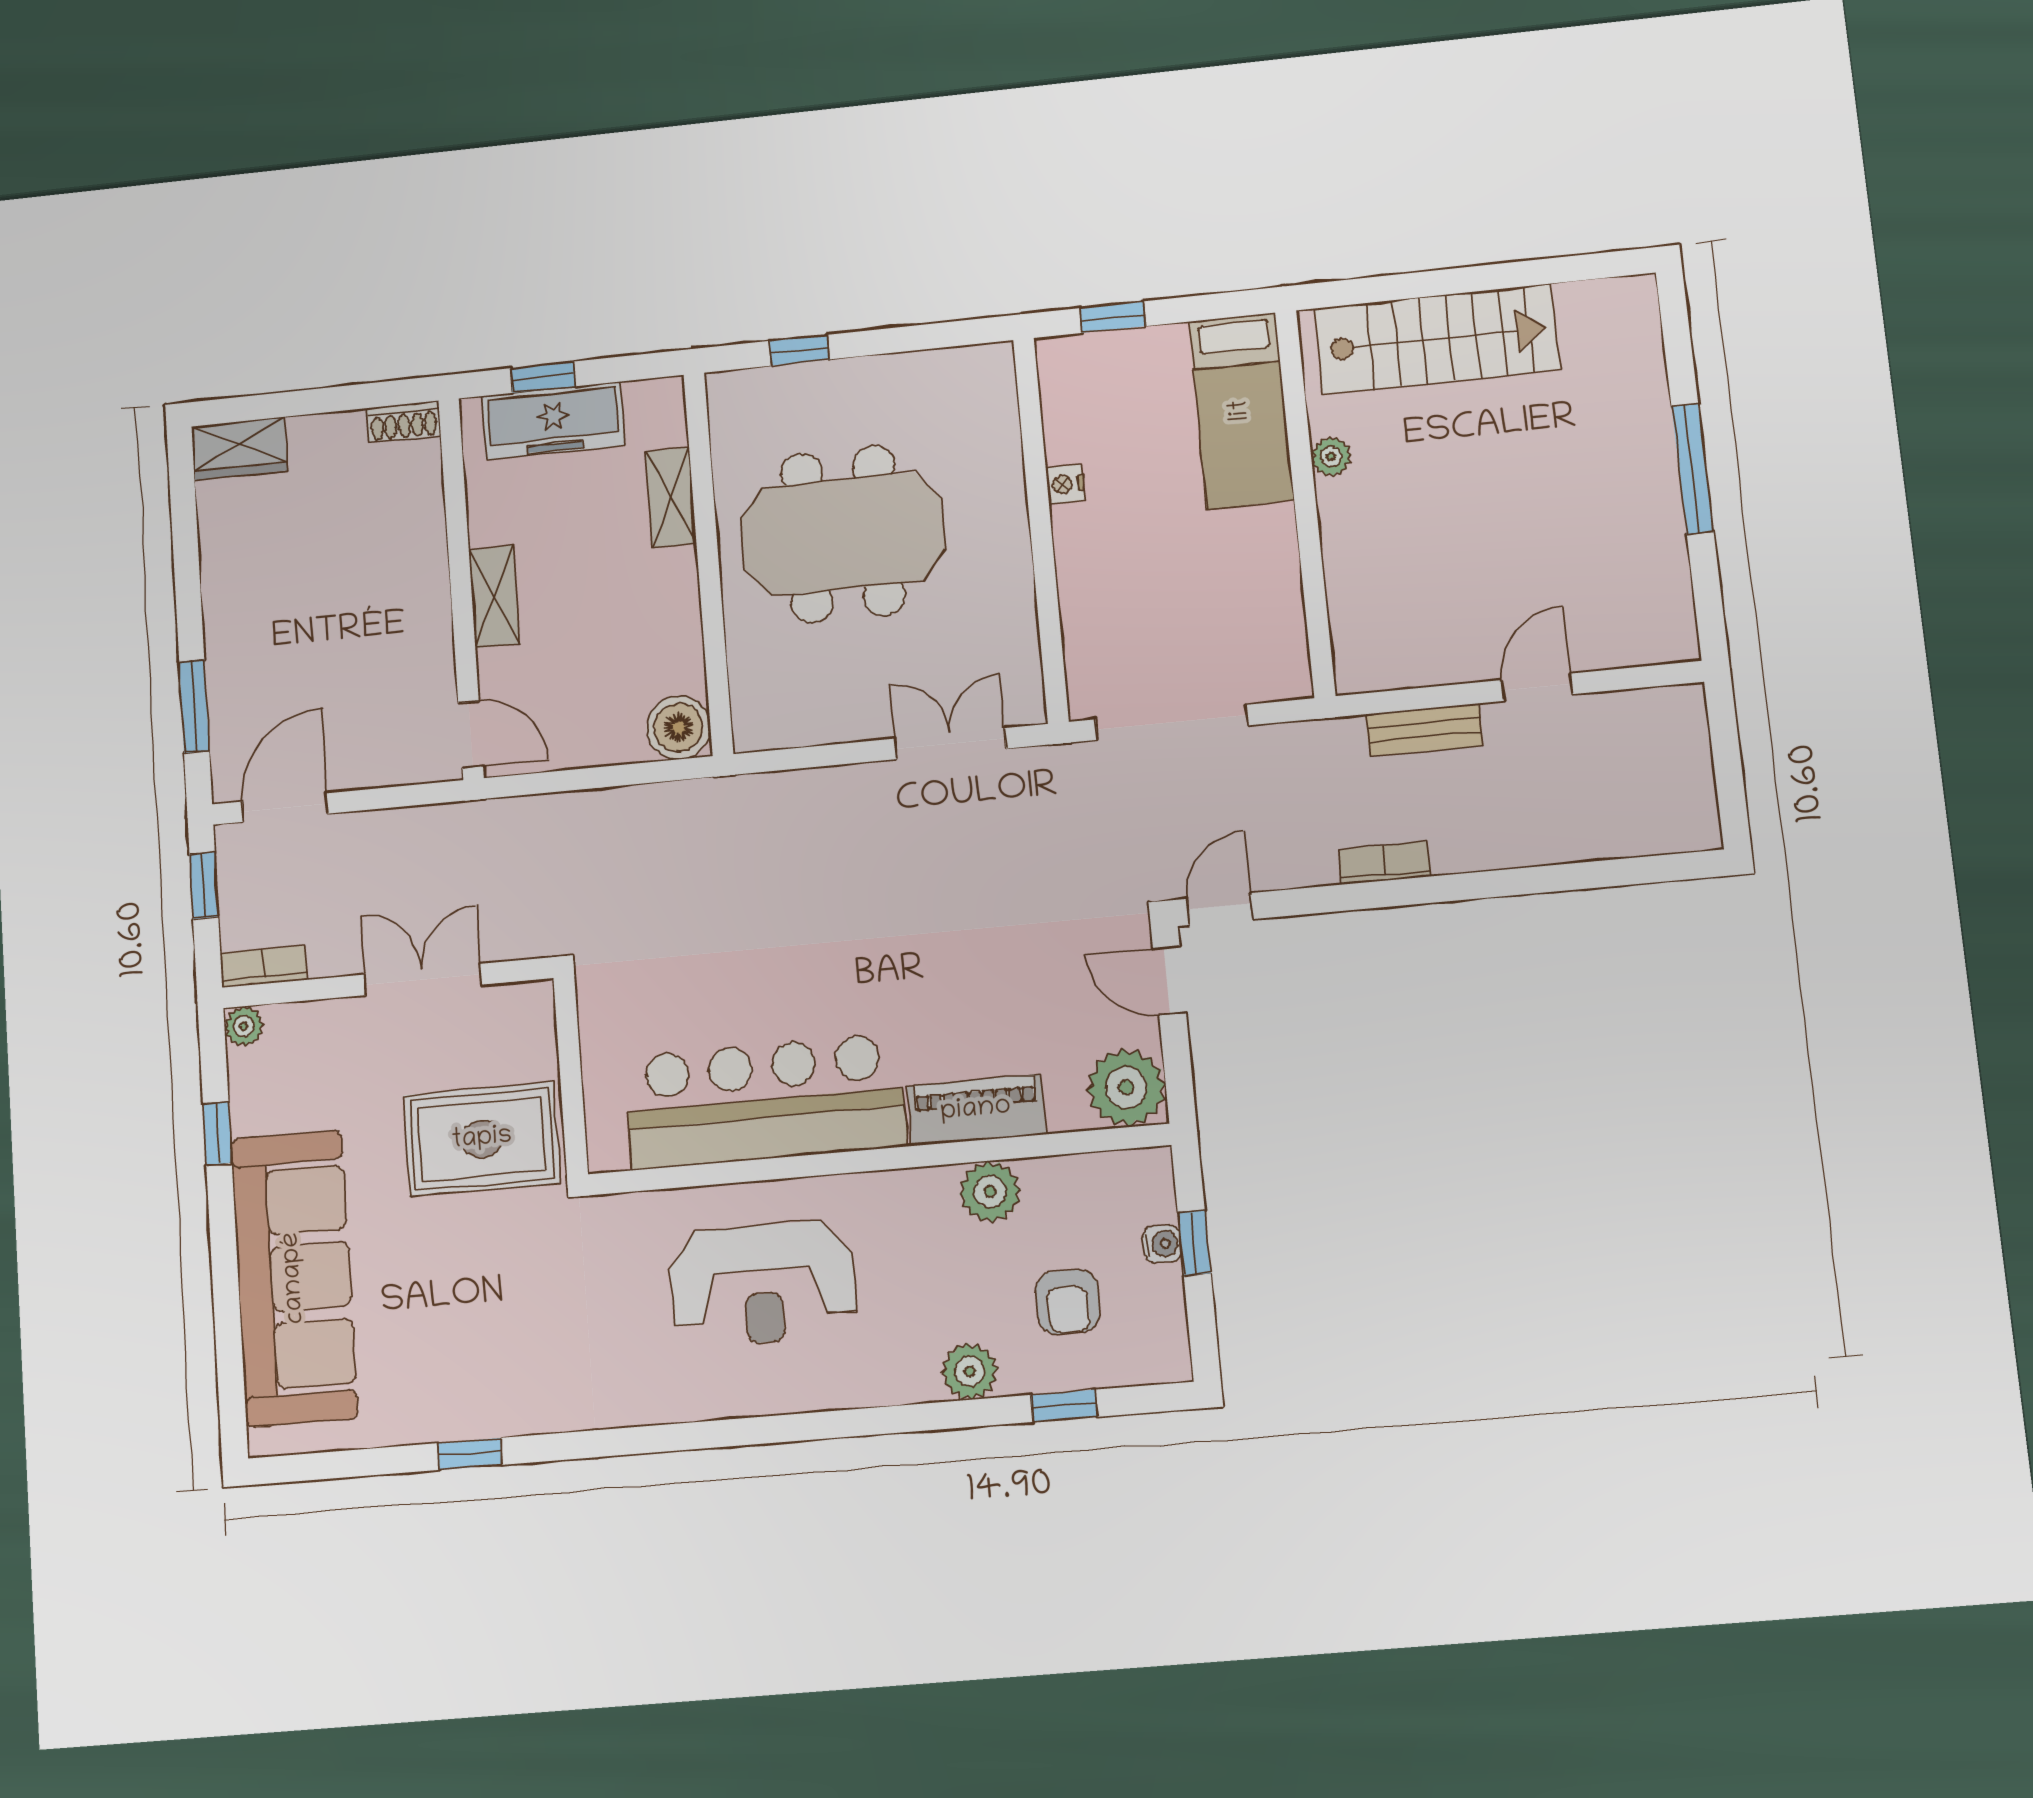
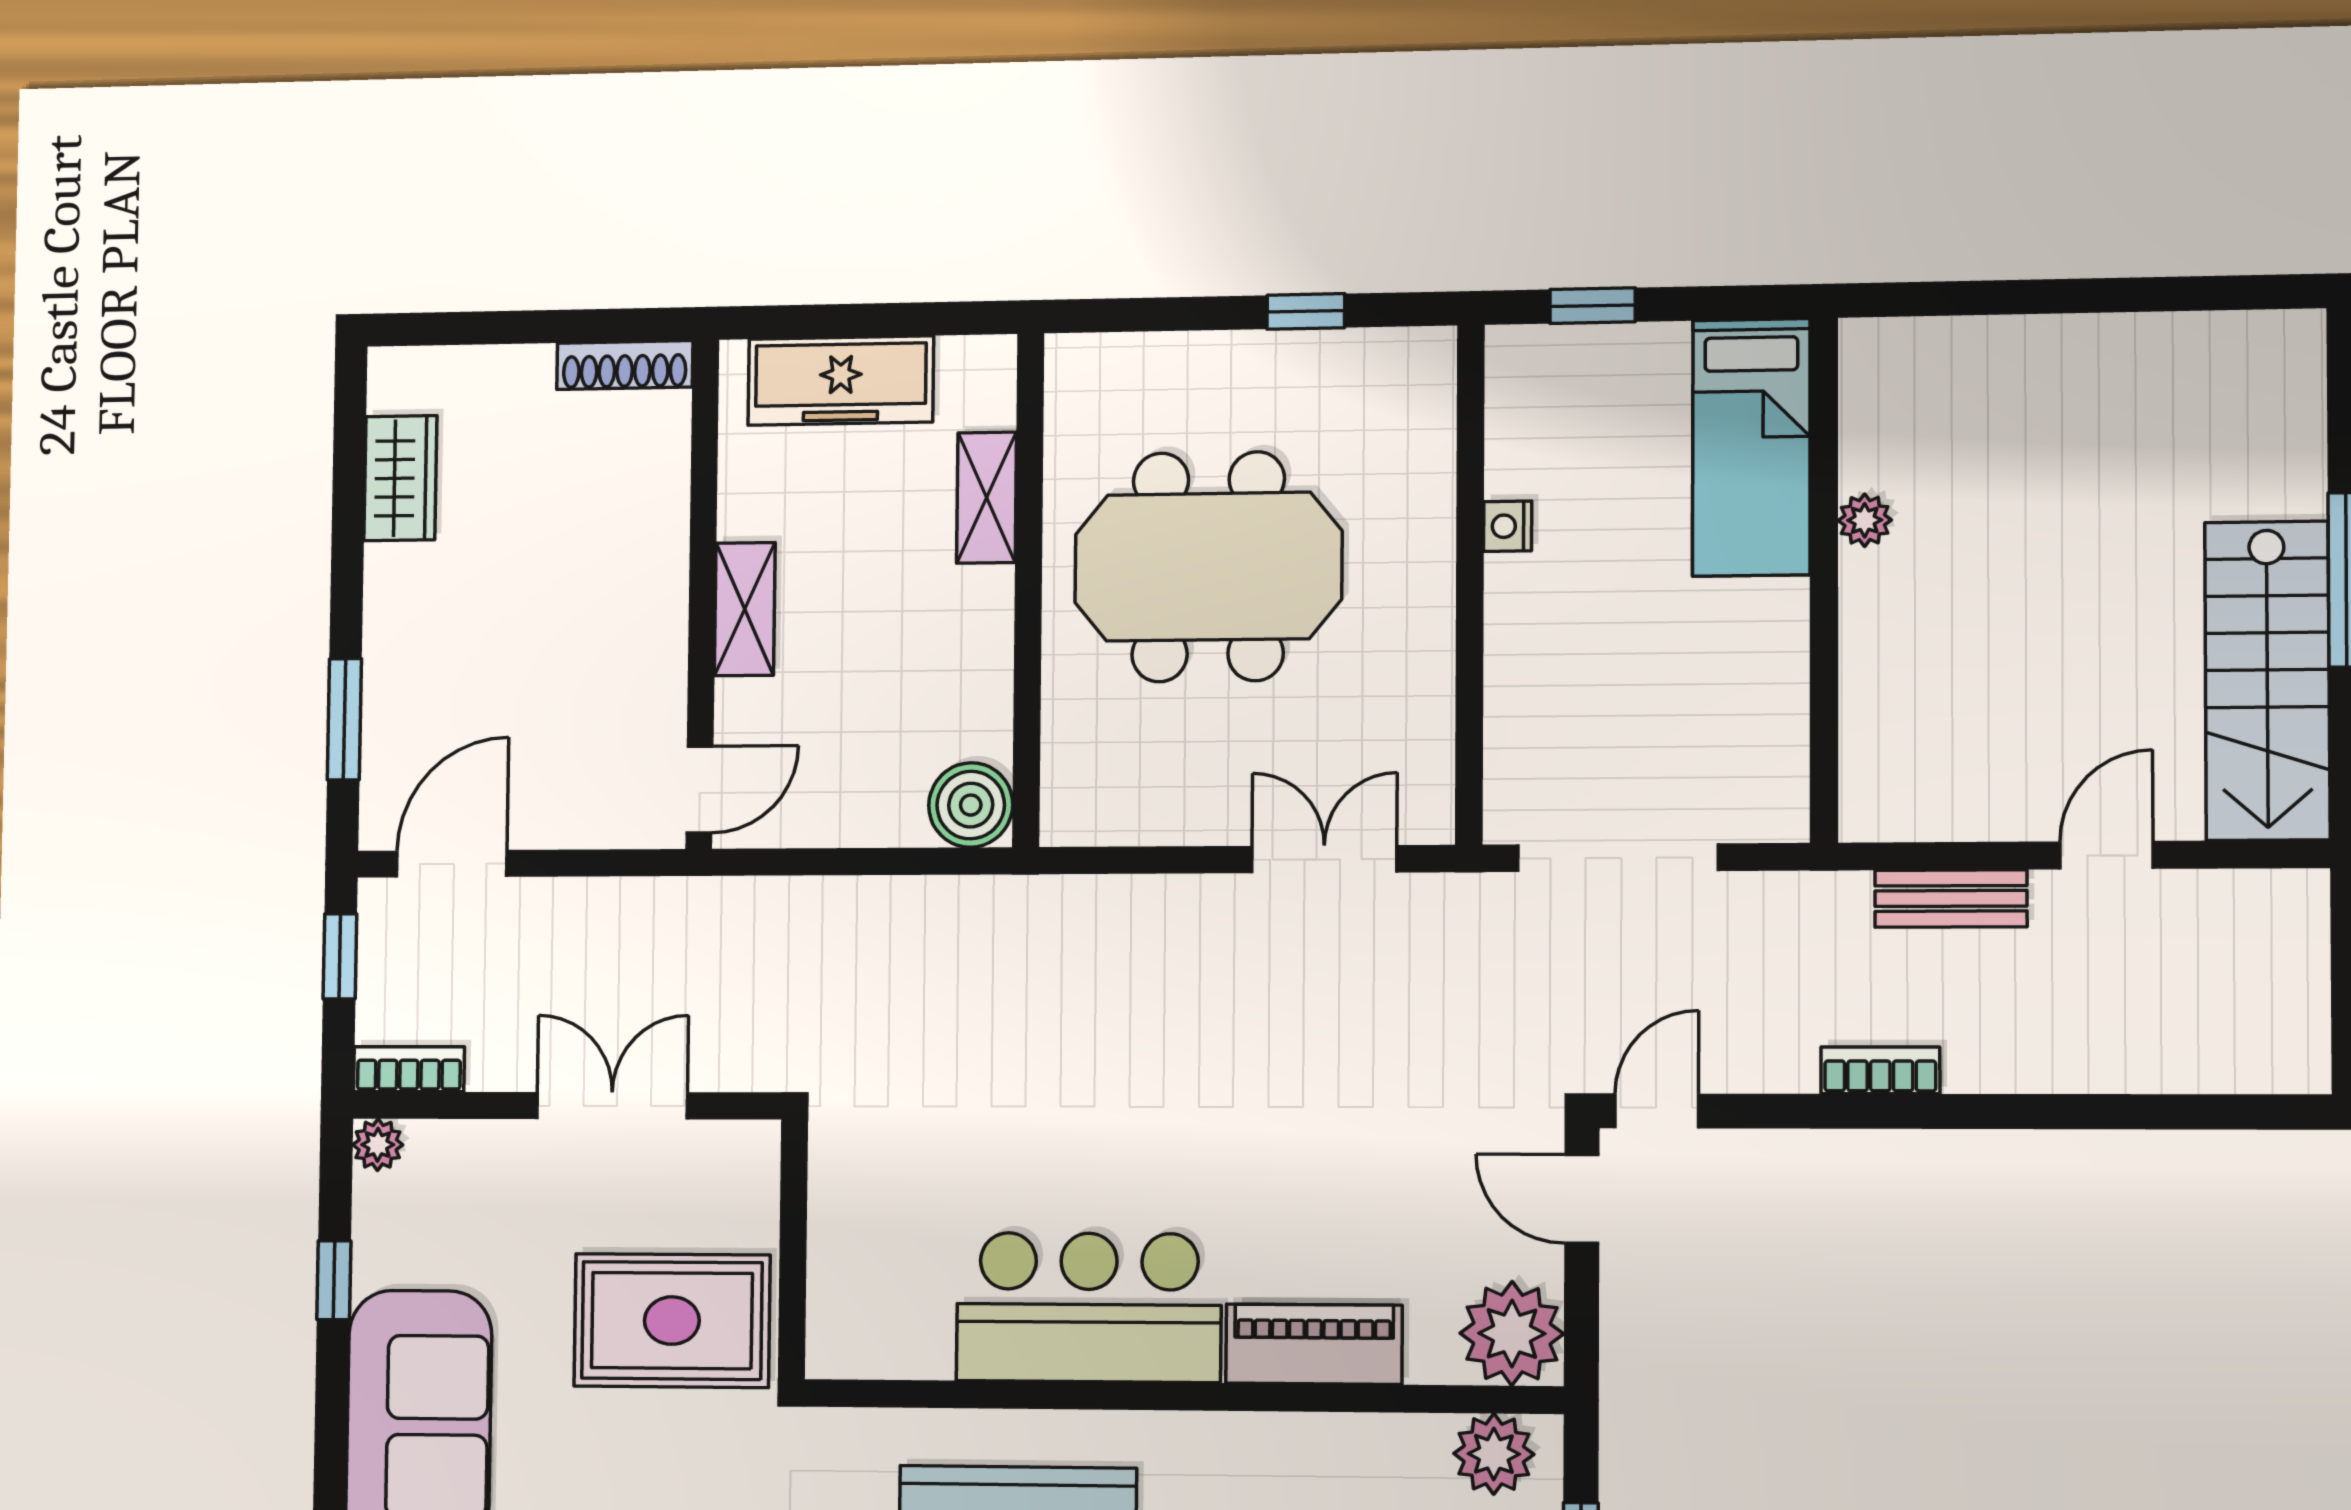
stairs: (1437, 339) -> (2267, 681), moved, turned 90
window: (799, 350) -> (1306, 311), moved
window: (543, 377) -> (832, 321), removed
shoe rack: (404, 422) -> (625, 365), width x1.43
wardrobe: (239, 448) -> (400, 478), moved, turned -90
door: (471, 735) -> (700, 790), hinge flipped
bar counter: (765, 1102) -> (1089, 1307), width x0.73
plant: (990, 1192) -> (1494, 1454), moved

